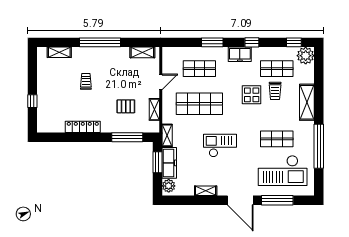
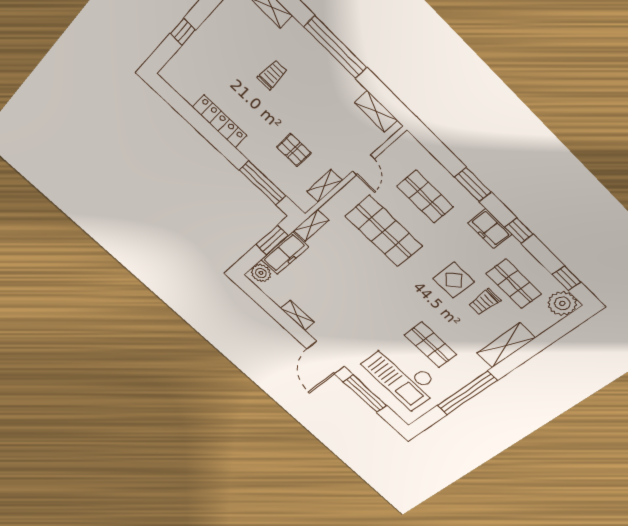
door: (161, 82) -> (363, 165), hinge flipped
checkout: (220, 145) -> (361, 292), removed

